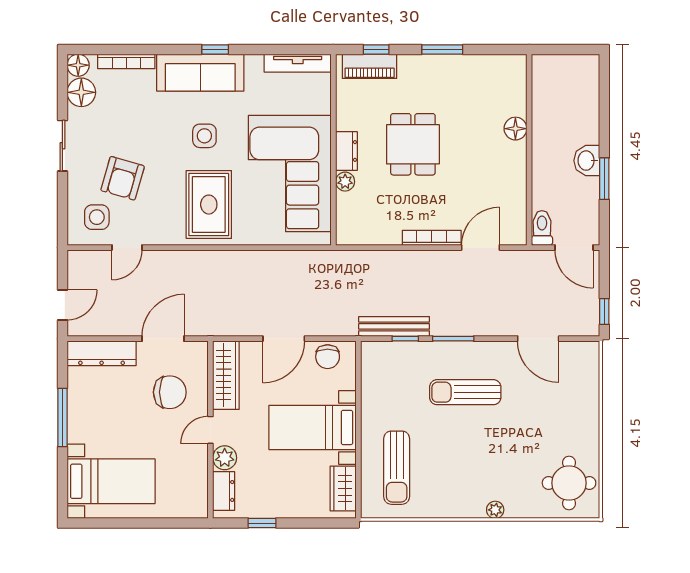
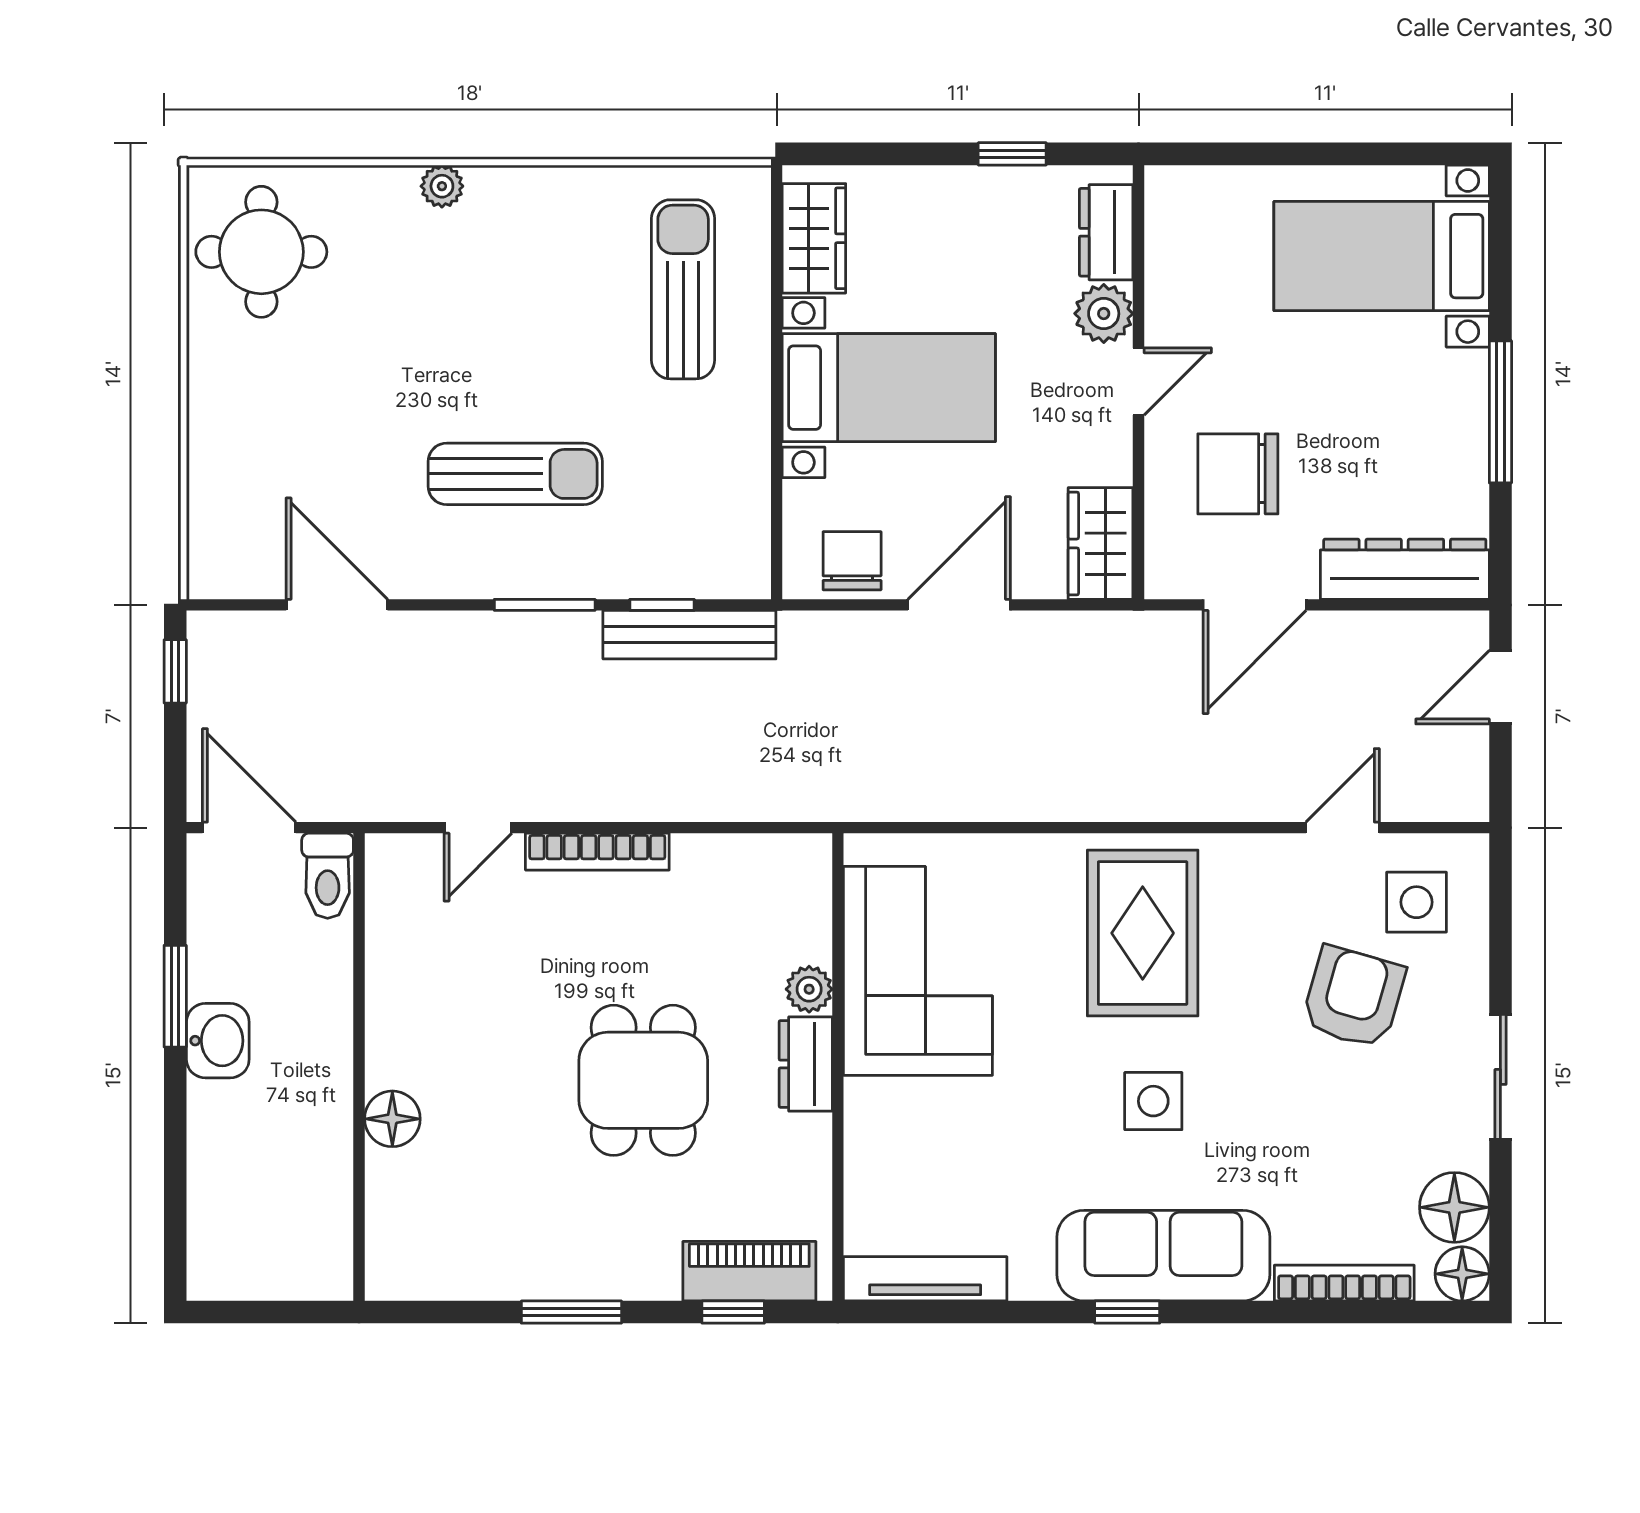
corner sofa: (290, 174) -> (918, 971), width x0.73, depth x0.74
door: (480, 248) -> (478, 828), width x0.73
wardrobe: (226, 375) -> (1101, 543), width x0.67

